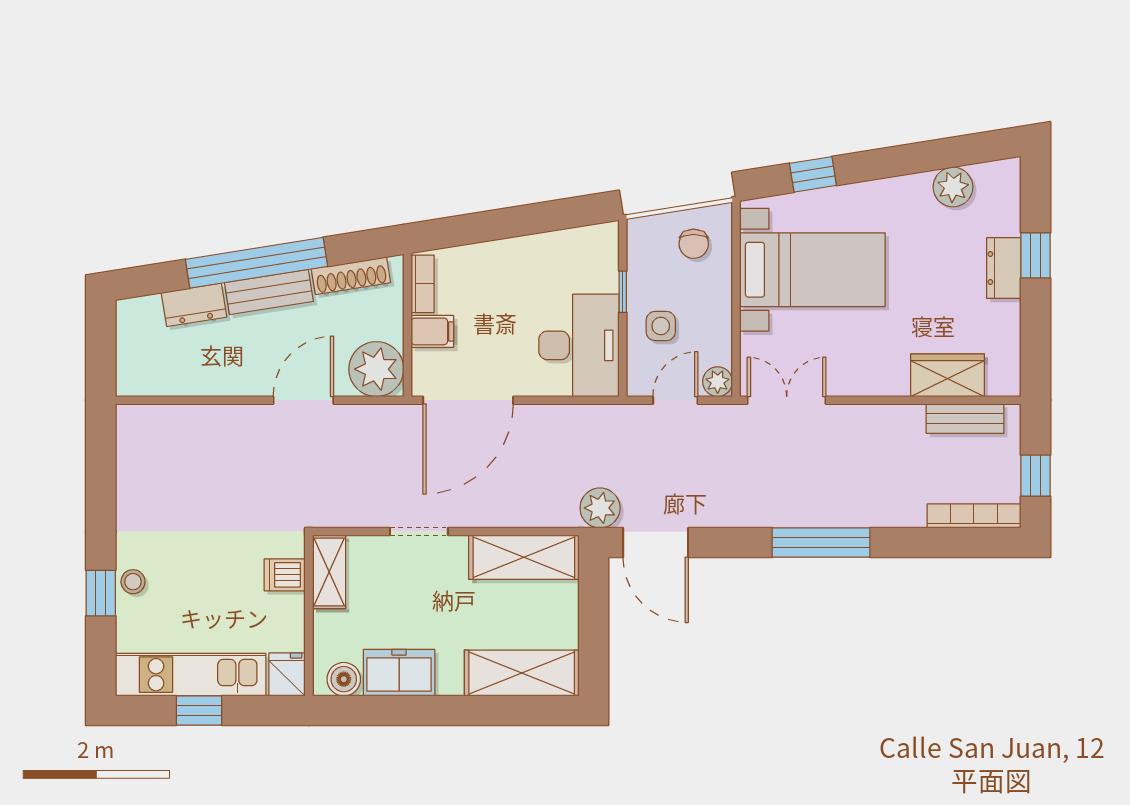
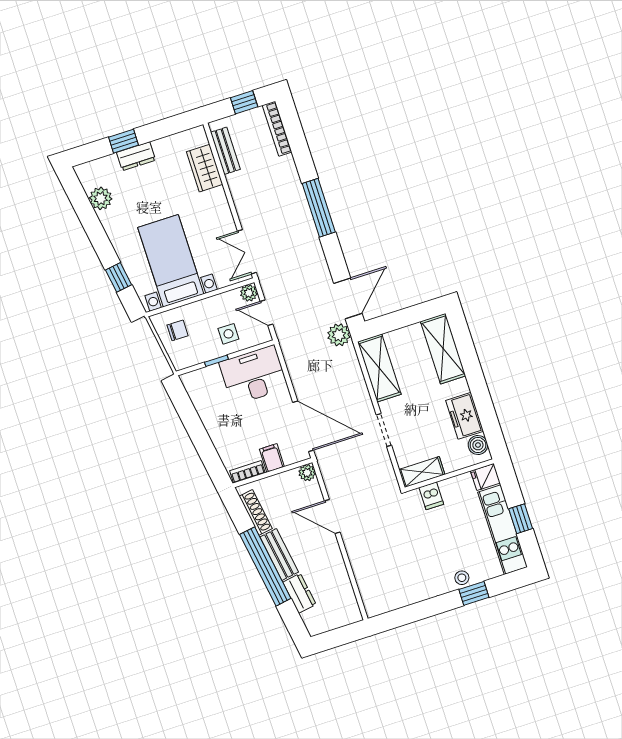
plant: (376, 369) -> (307, 473), width x0.53, depth x0.53

